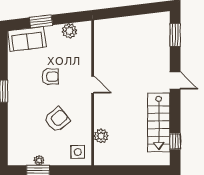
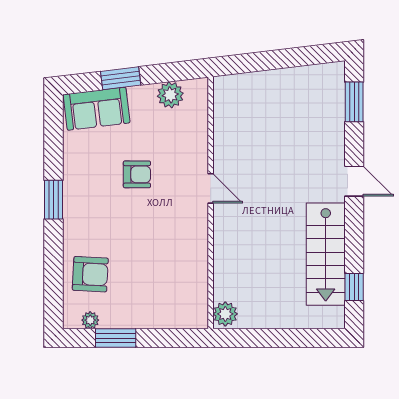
armchair: (57, 120) -> (90, 274), moved, turned 43
plant: (101, 136) -> (225, 314), moved
side table: (78, 152) -> (185, 306), removed
plant: (39, 160) -> (90, 320), moved

